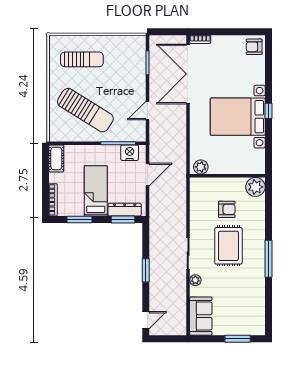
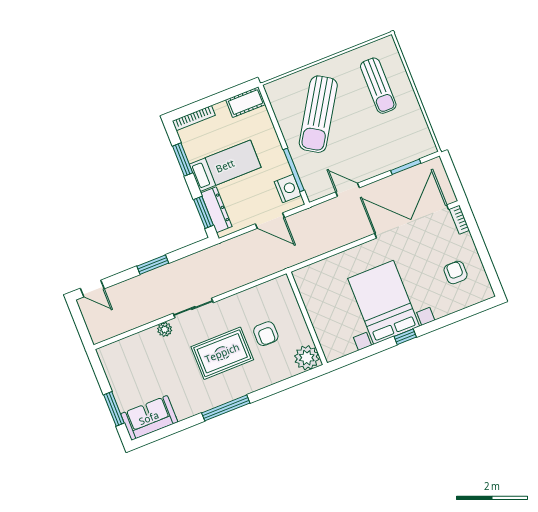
armchair: (254, 47) -> (456, 272), moved
plant: (201, 167) -> (305, 282), removed
sofa: (201, 316) -> (149, 418), moved, turned 180

